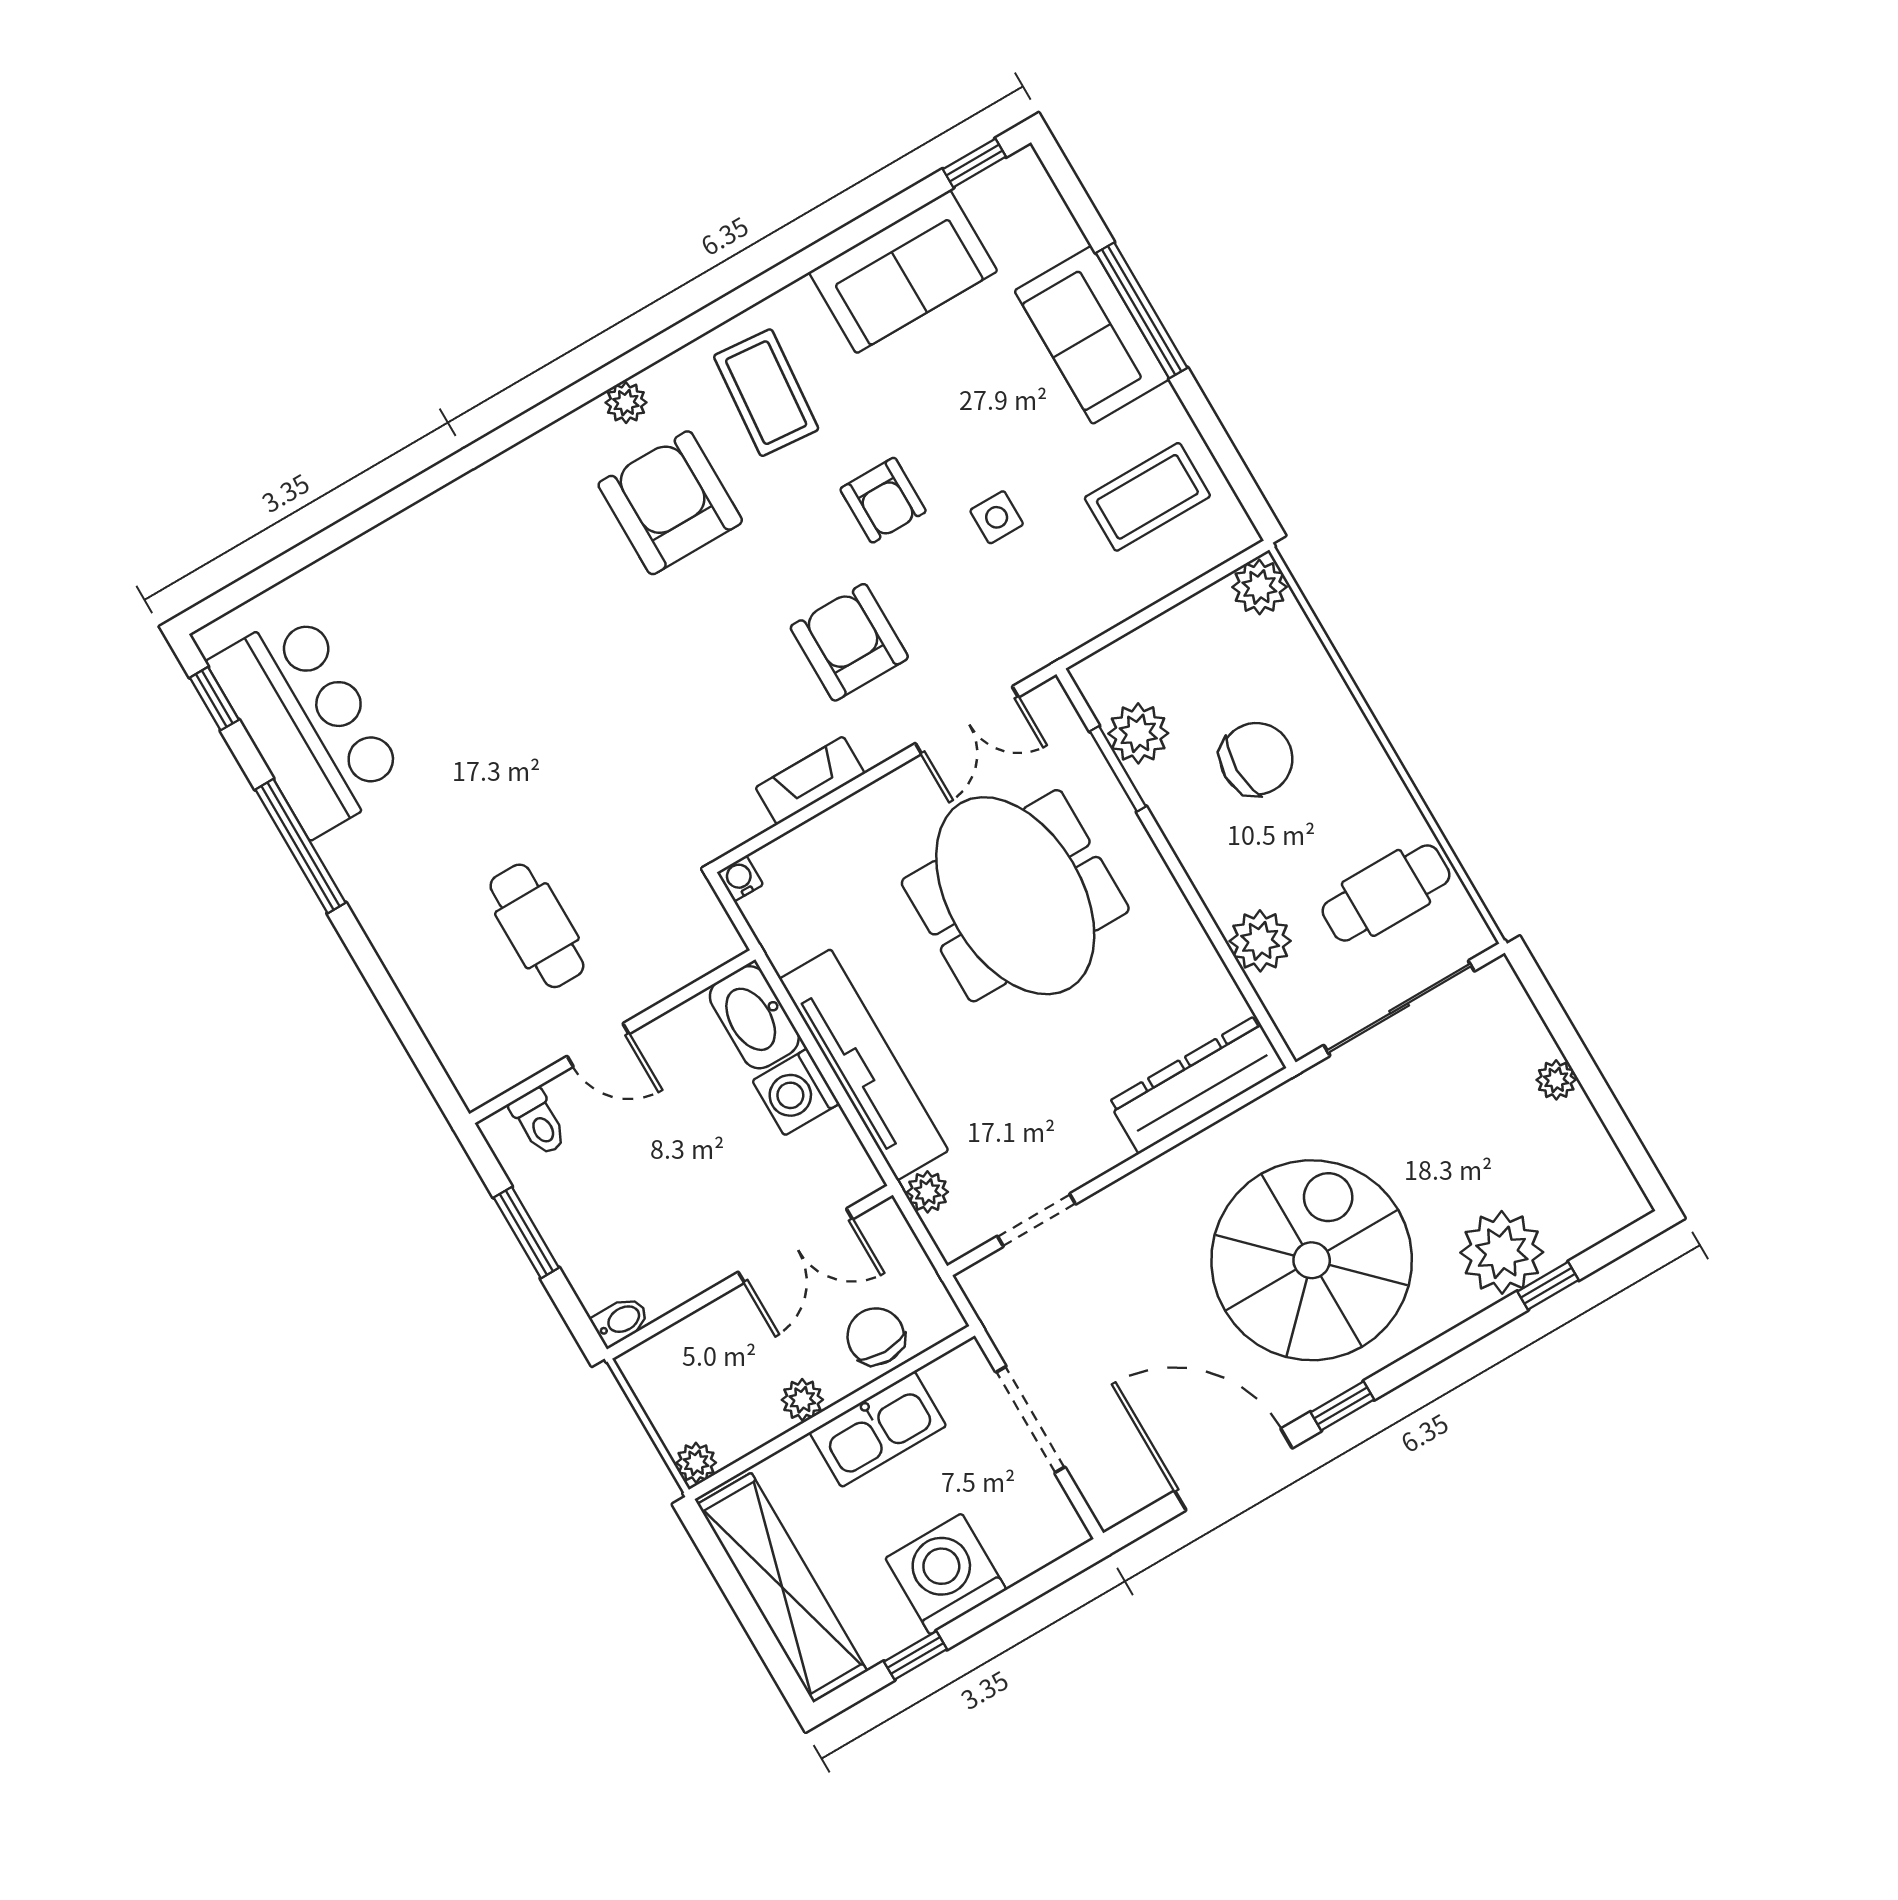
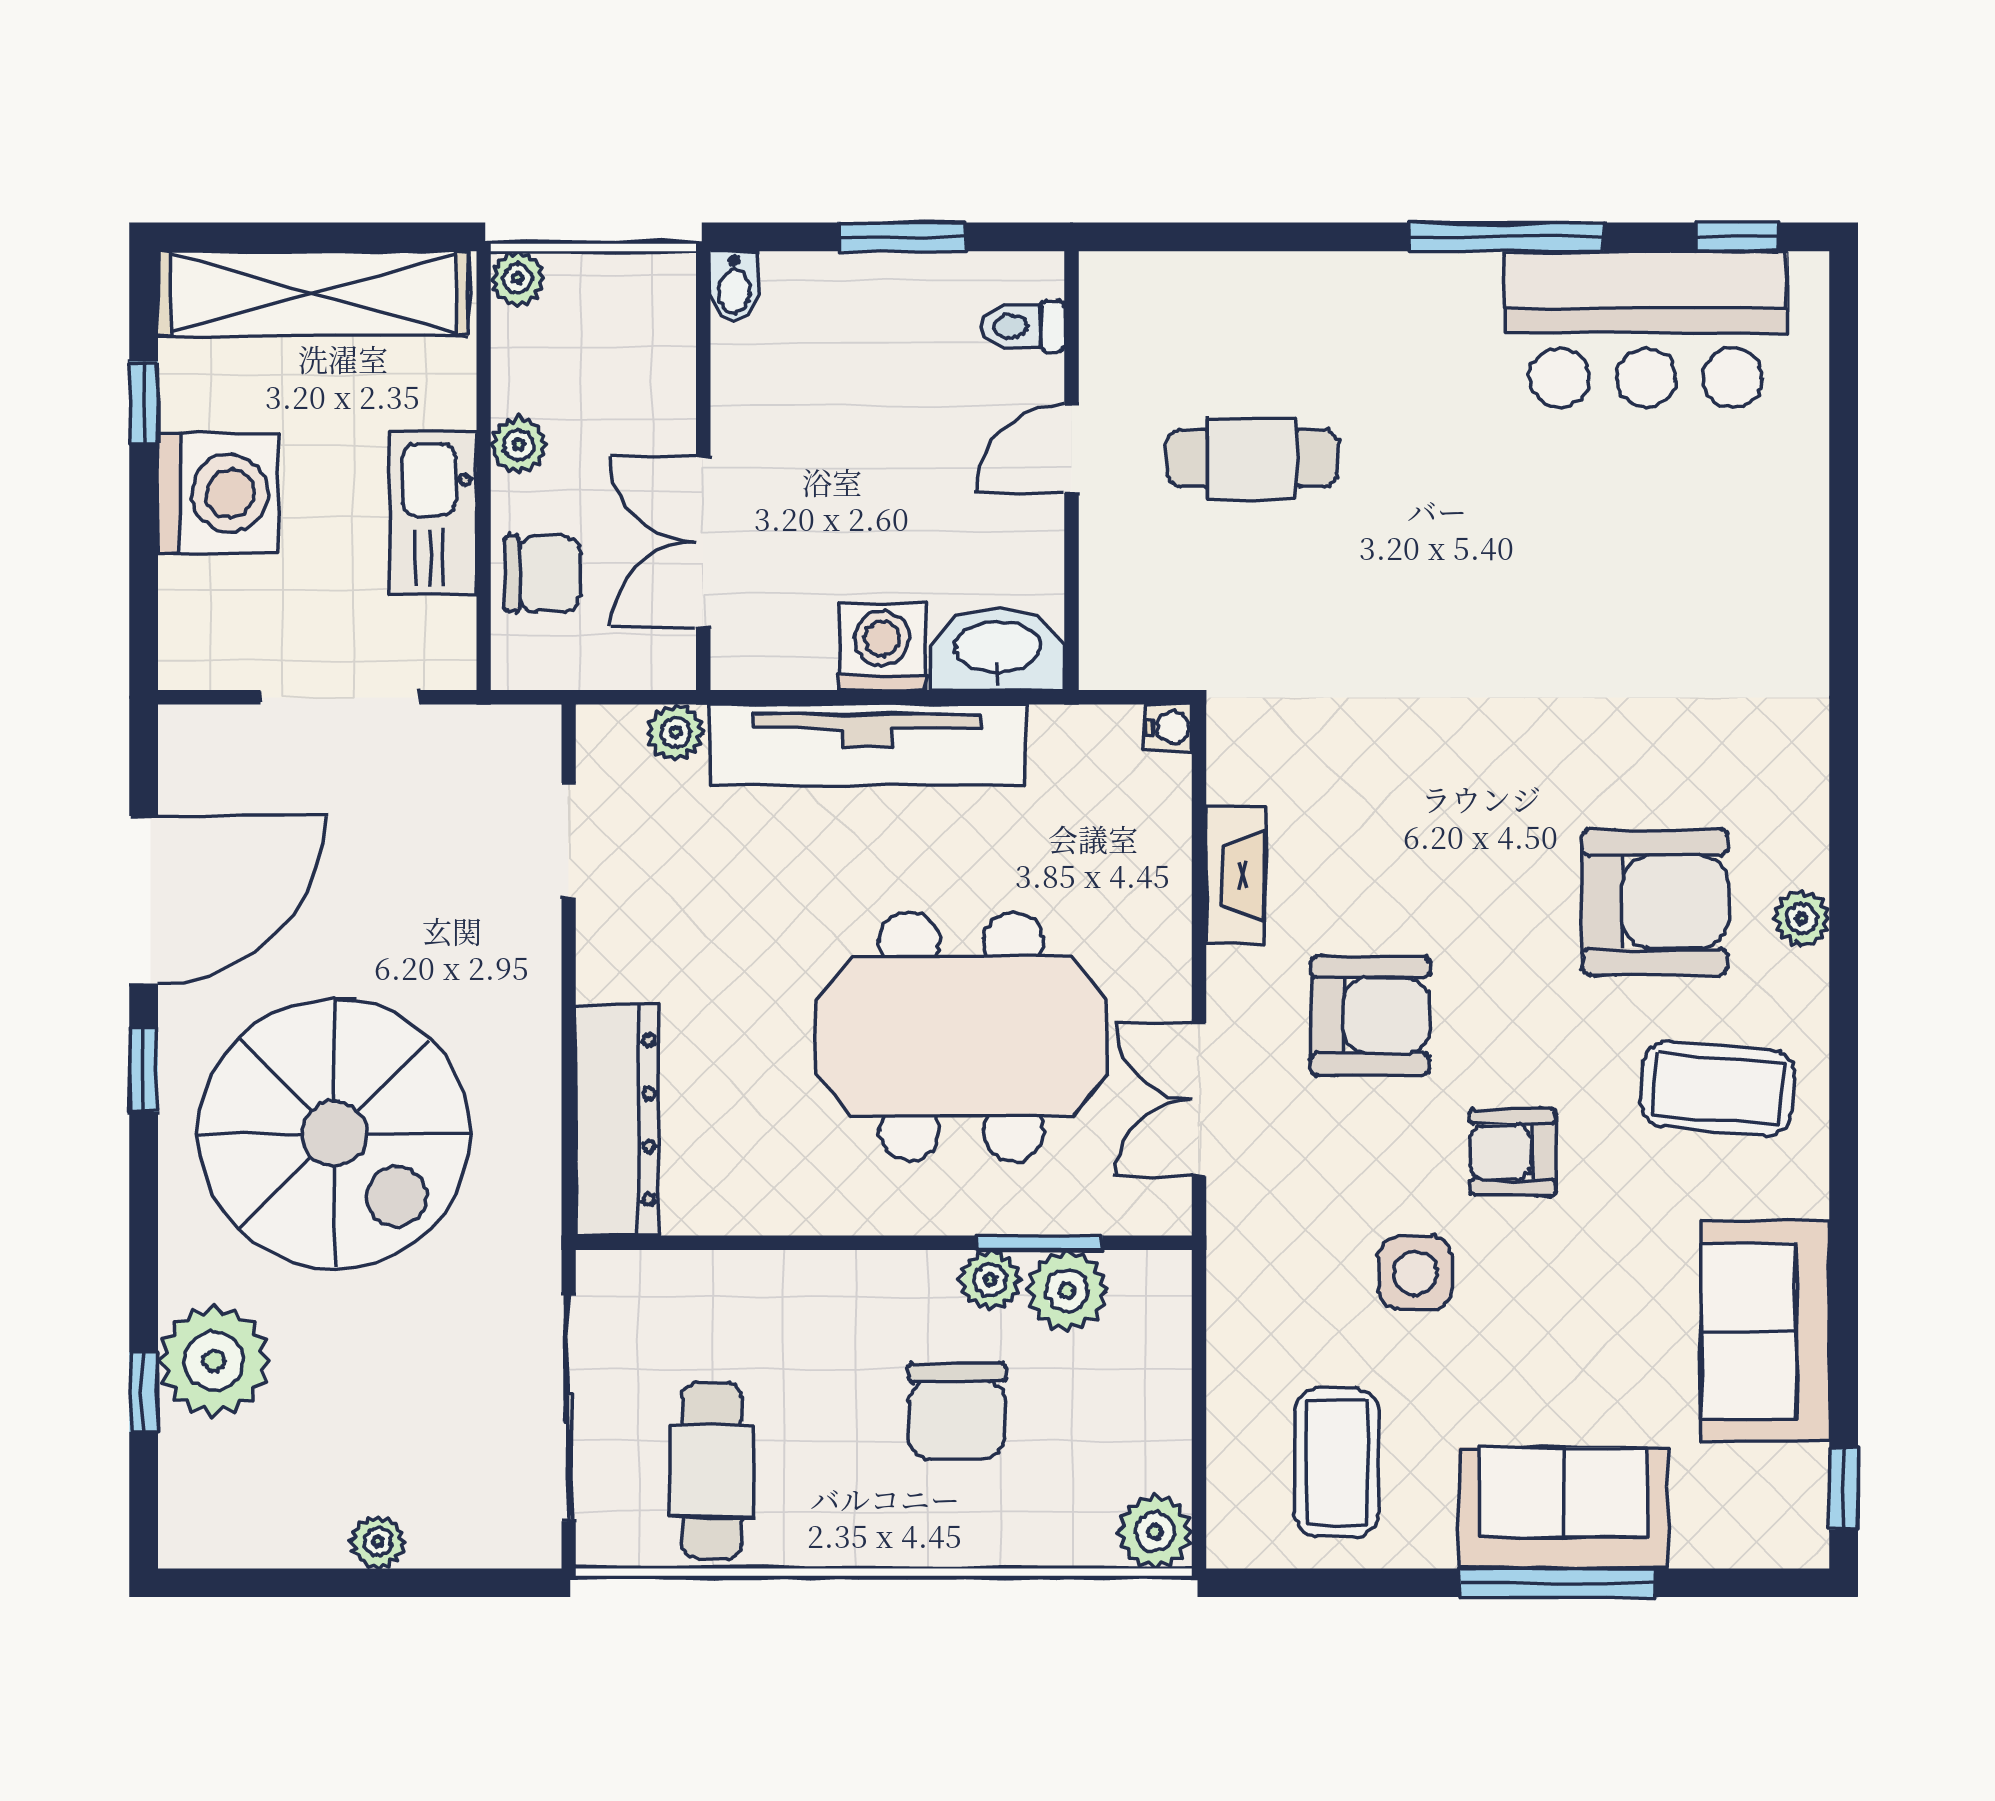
side table: (997, 517) -> (1415, 1273), width x1.37, depth x1.37
plant: (1260, 941) -> (990, 1280), moved, width x0.73, depth x0.73

